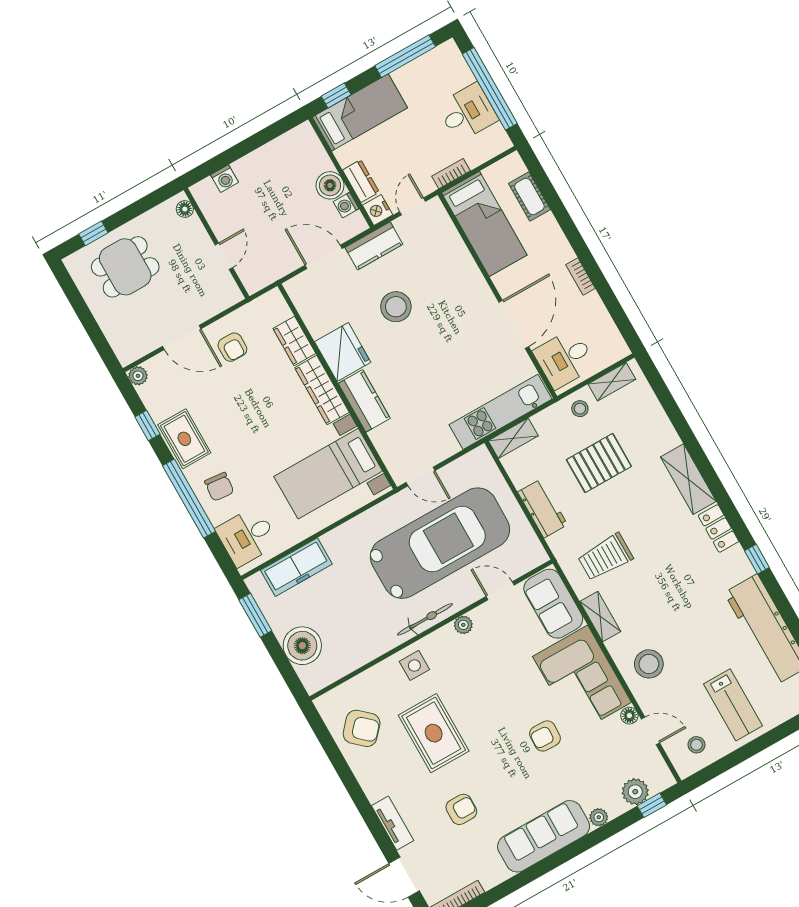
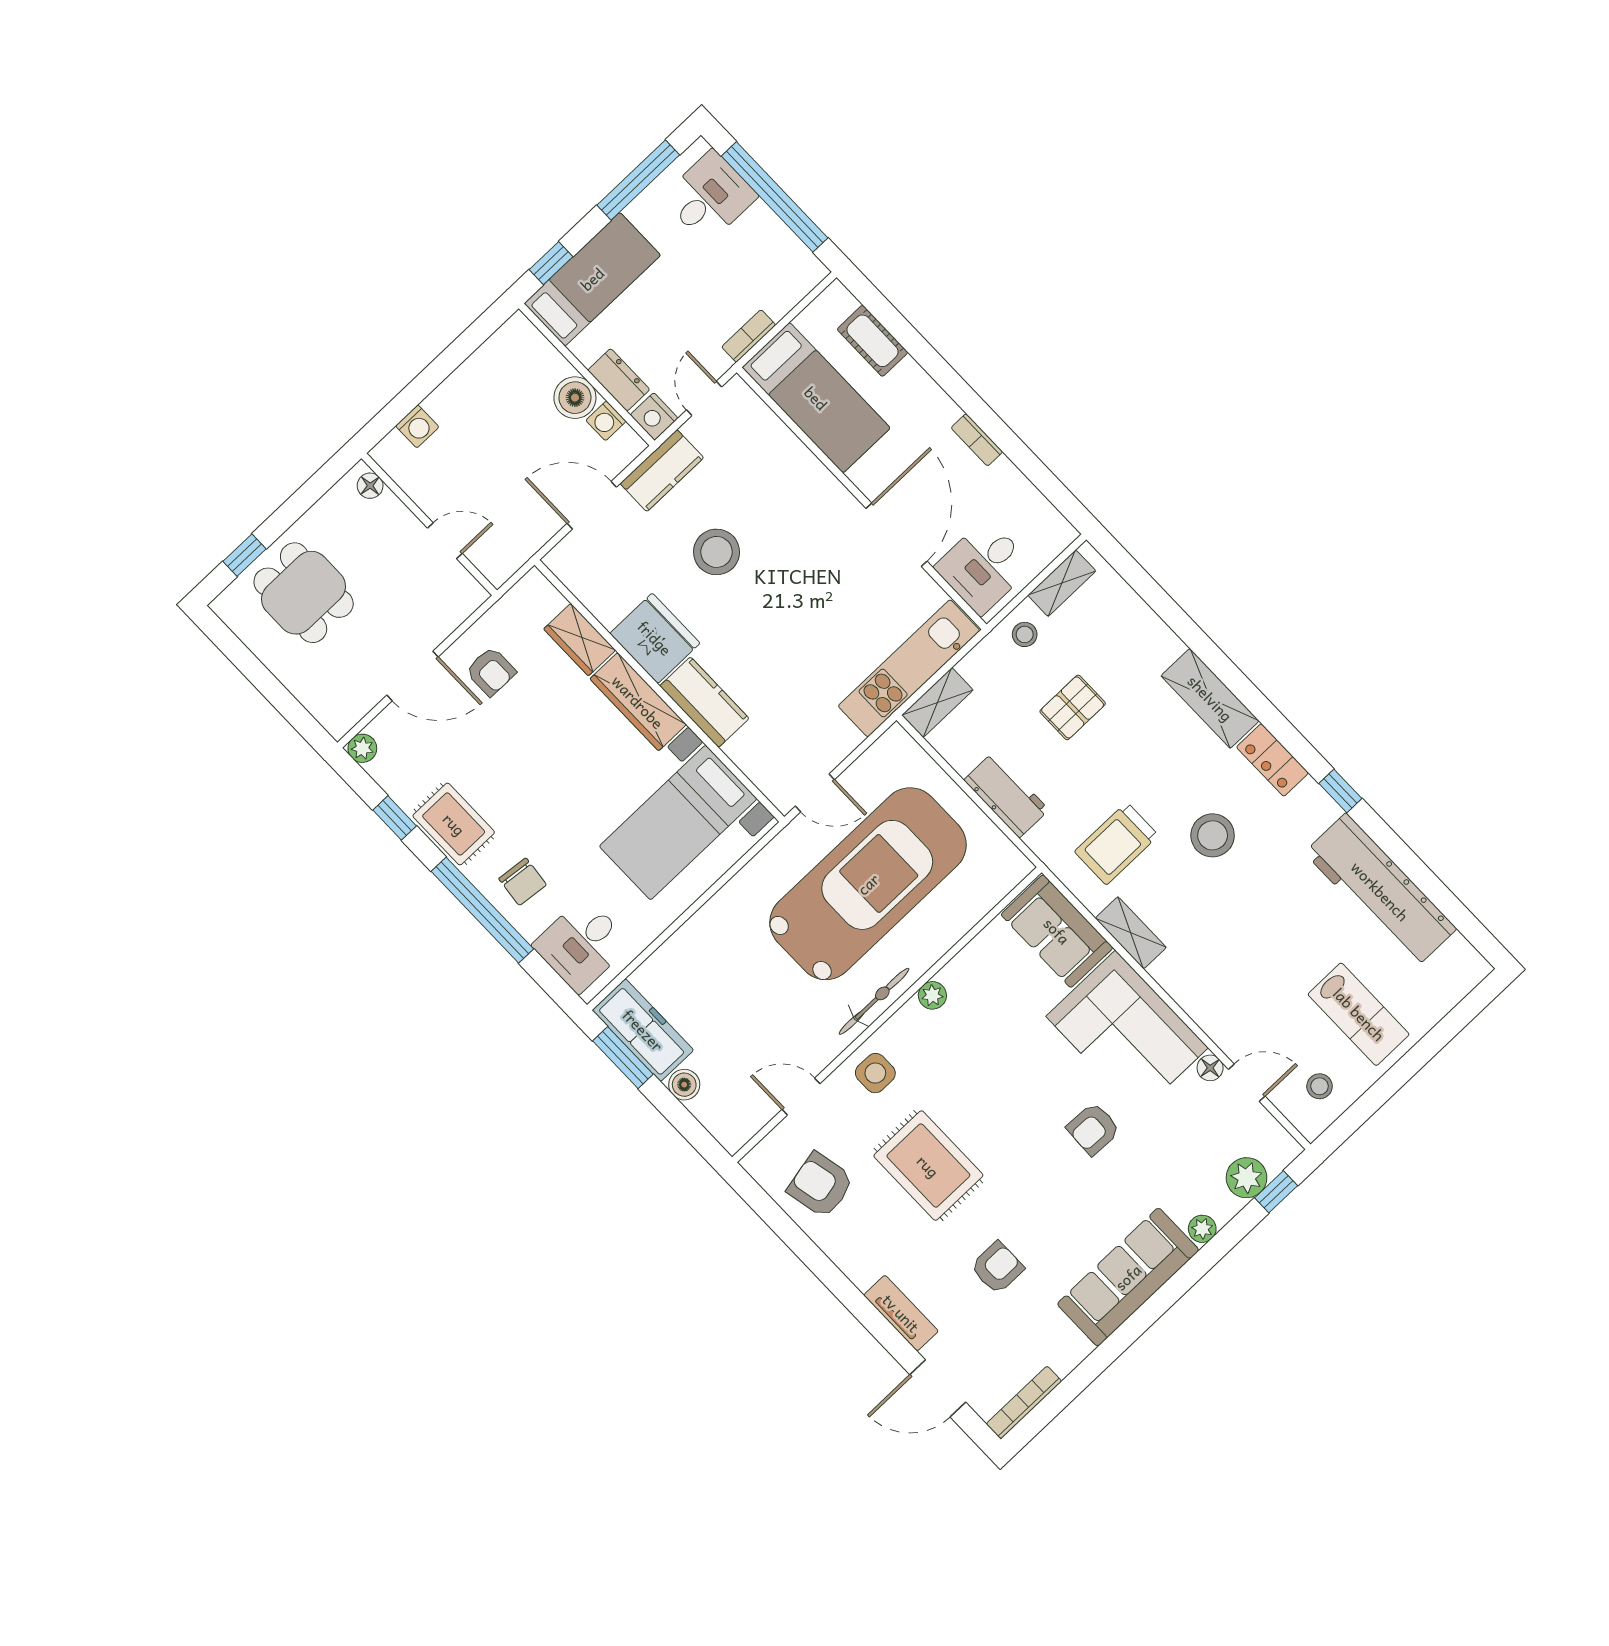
desk: (468, 112) -> (710, 197), moved
door: (224, 256) -> (445, 541), hinge flipped
dining table: (125, 267) -> (304, 593), turned 90
pallet: (599, 463) -> (1073, 707), width x0.67, depth x0.71
freezer: (296, 567) -> (643, 1030), moved, turned -90
door: (500, 591) -> (801, 1097), moved
boiler: (302, 646) -> (684, 1085), width x0.54, depth x0.54
stool: (649, 664) -> (1213, 835), moved
armchair: (362, 728) -> (821, 1185), turned -144

